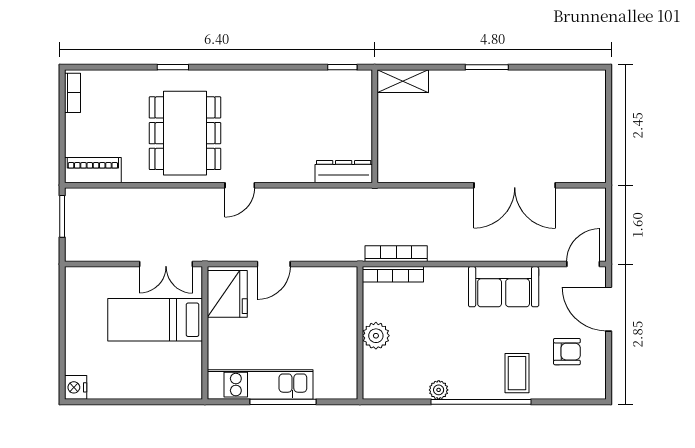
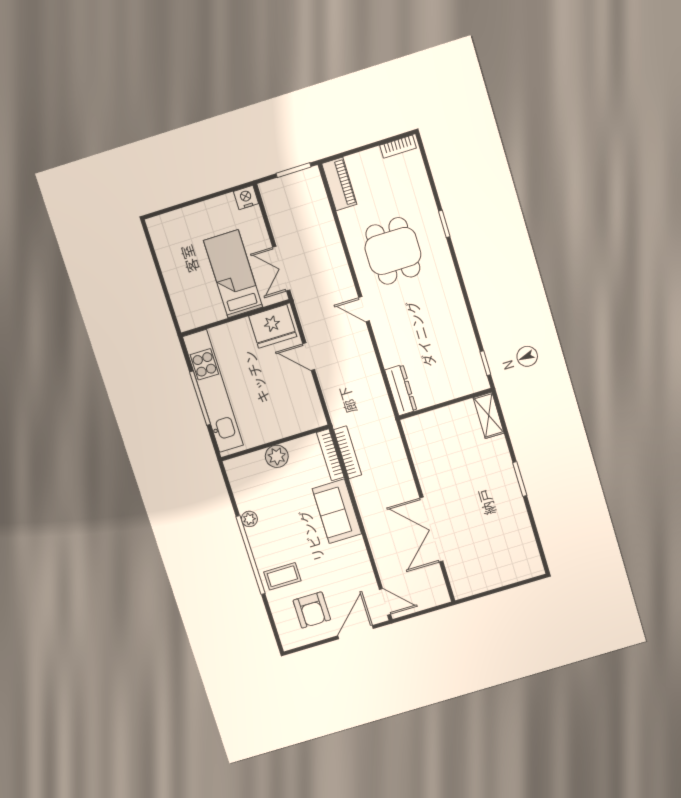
dining table: (185, 133) -> (393, 251), width x0.73
sofa: (504, 287) -> (337, 511), moved
armchair: (567, 352) -> (312, 610), width x1.38, depth x1.38
kitchen unit: (260, 385) -> (213, 391), width x1.36
nightstand: (76, 387) -> (246, 198), moved

